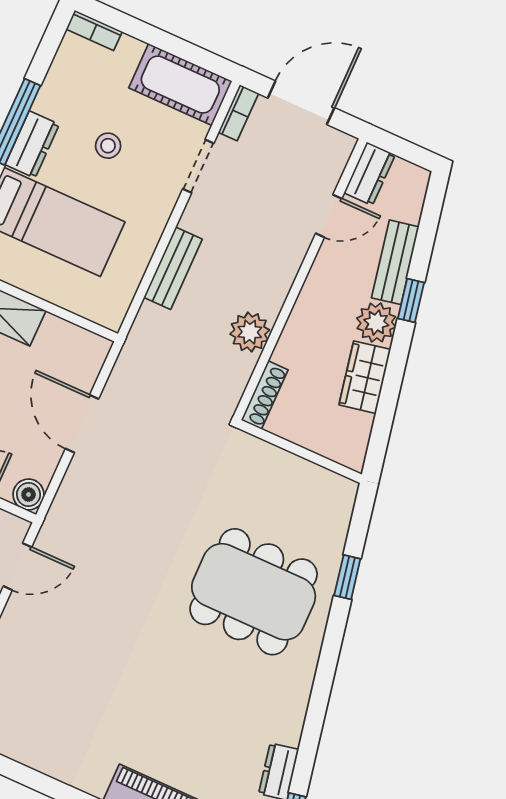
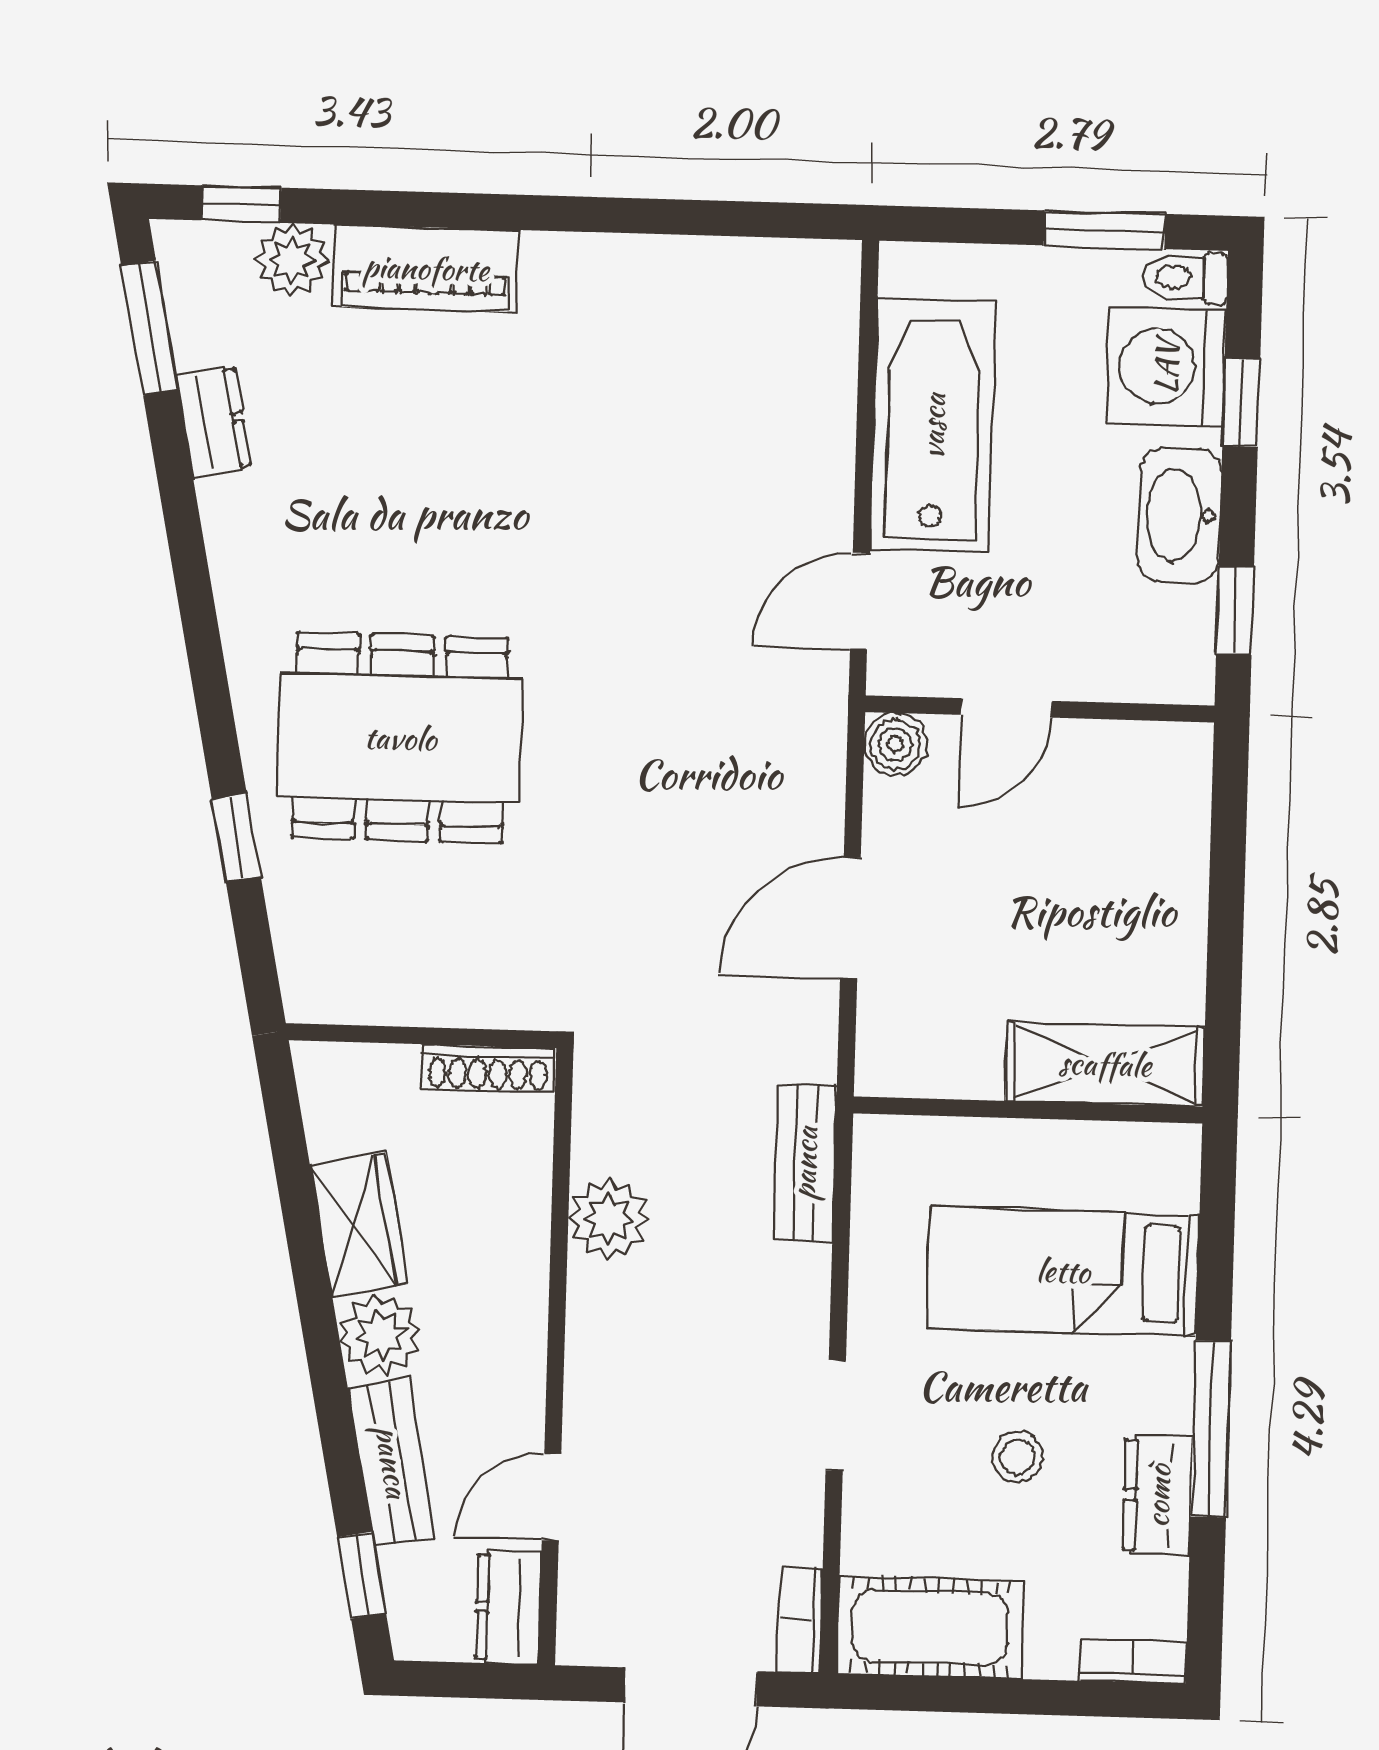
dresser: (32, 144) -> (1158, 1496), moved
doorway: (198, 166) -> (836, 1415), moved
bench: (173, 268) -> (805, 1163), moved
window: (411, 300) -> (362, 1575), moved
shoe rack: (265, 395) -> (488, 1069), moved, turned -90
door: (82, 424) -> (850, 918), swing flipped

